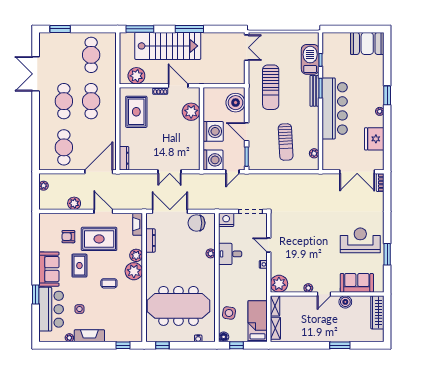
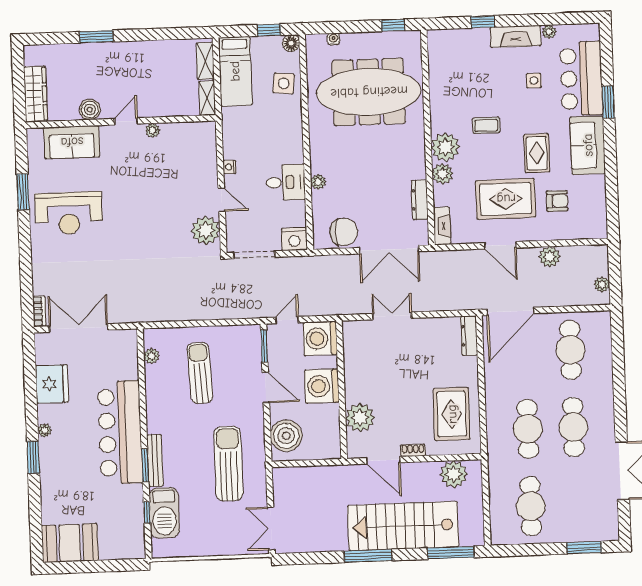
plant: (279, 284) -> (206, 230), moved
window: (123, 345) -> (483, 22), moved

